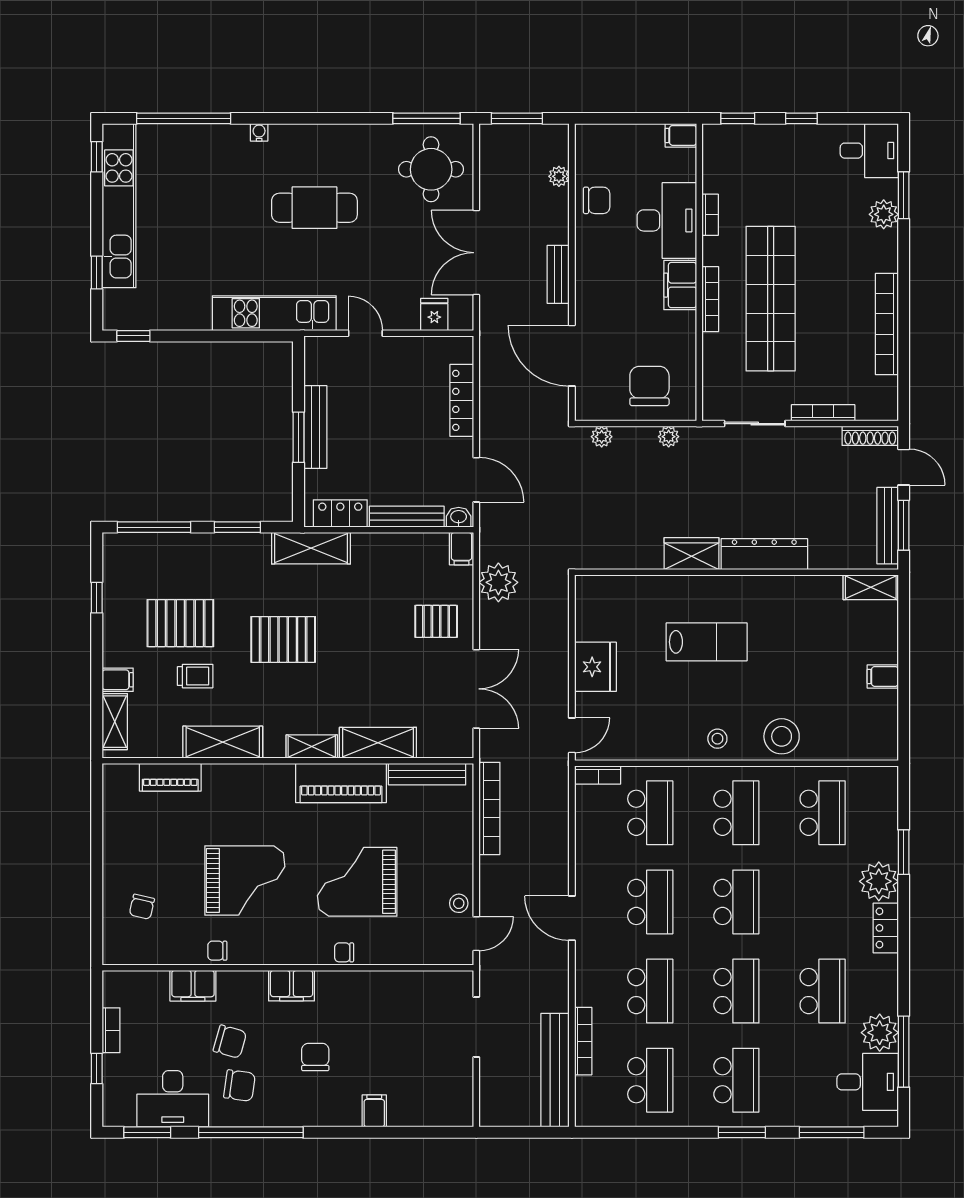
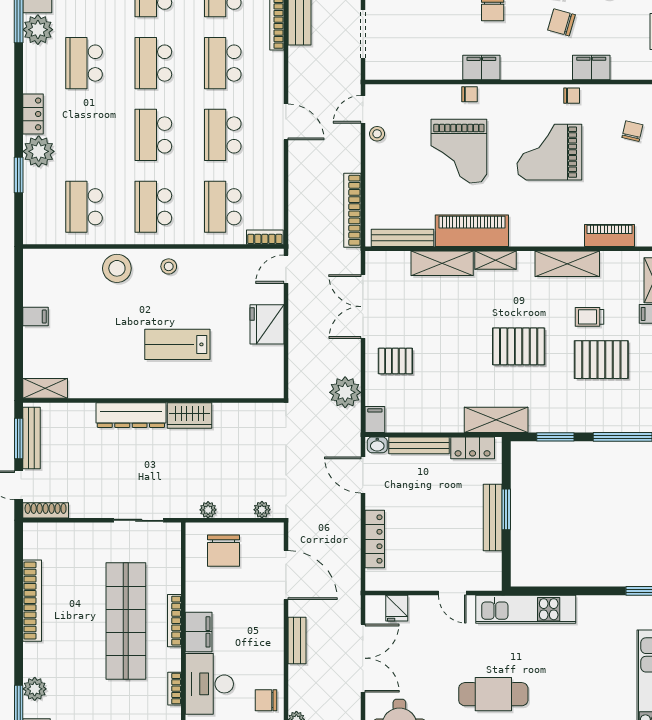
bookcase: (823, 413) -> (84, 529), removed
grand piano: (357, 882) -> (459, 151), turned 90
filing cabinet: (292, 986) -> (481, 67), moved

